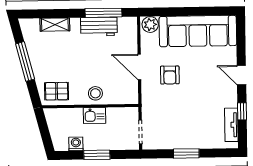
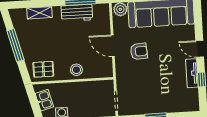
armchair: (170, 75) -> (139, 51), turned -94
kitchen sink: (95, 116) -> (44, 100), moved, turned -105
tv unit: (231, 125) -> (192, 73), moved

